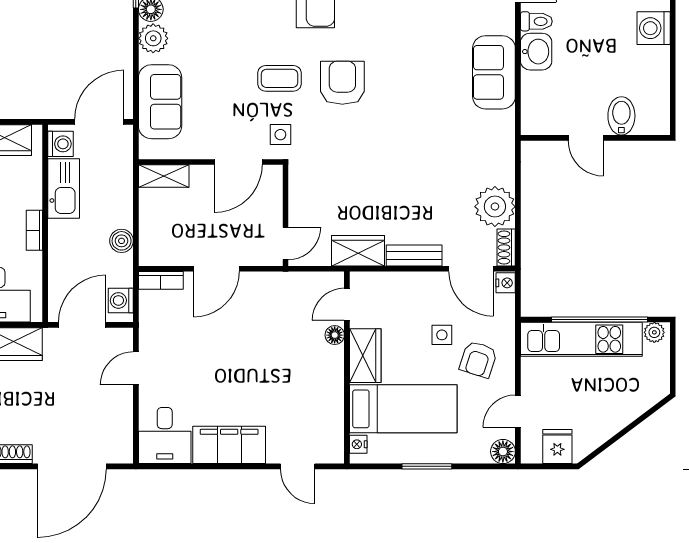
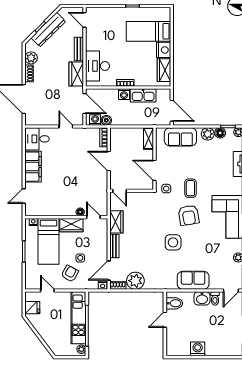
washing machine: (654, 28) -> (198, 349), moved
armchair: (342, 83) -> (189, 215), turned 81
bidet: (621, 116) -> (174, 303), moved
side table: (406, 119) -> (173, 242), added
washing machine: (60, 144) -> (124, 94), moved
boiler: (122, 241) -> (106, 120), moved
armchair: (478, 359) -> (70, 274), turned 101
floor lamp: (503, 452) -> (30, 284), removed

